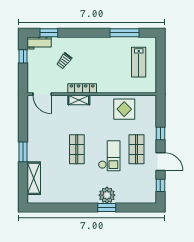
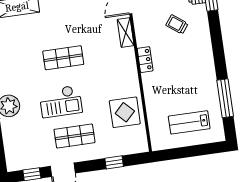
locker: (82, 88) -> (145, 60), width x0.66
shelving: (79, 100) -> (126, 33), moved
window: (160, 133) -> (114, 162), moved

